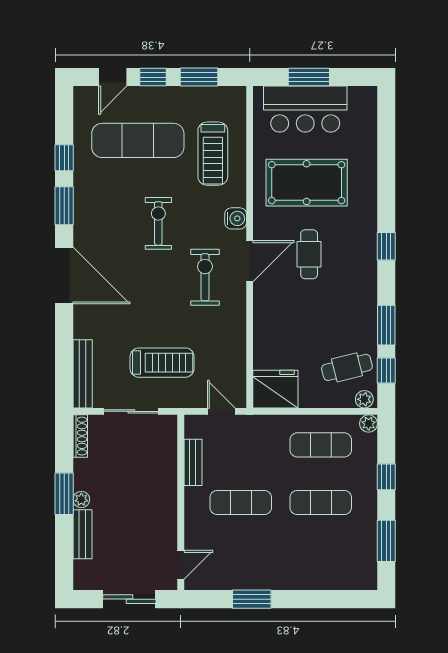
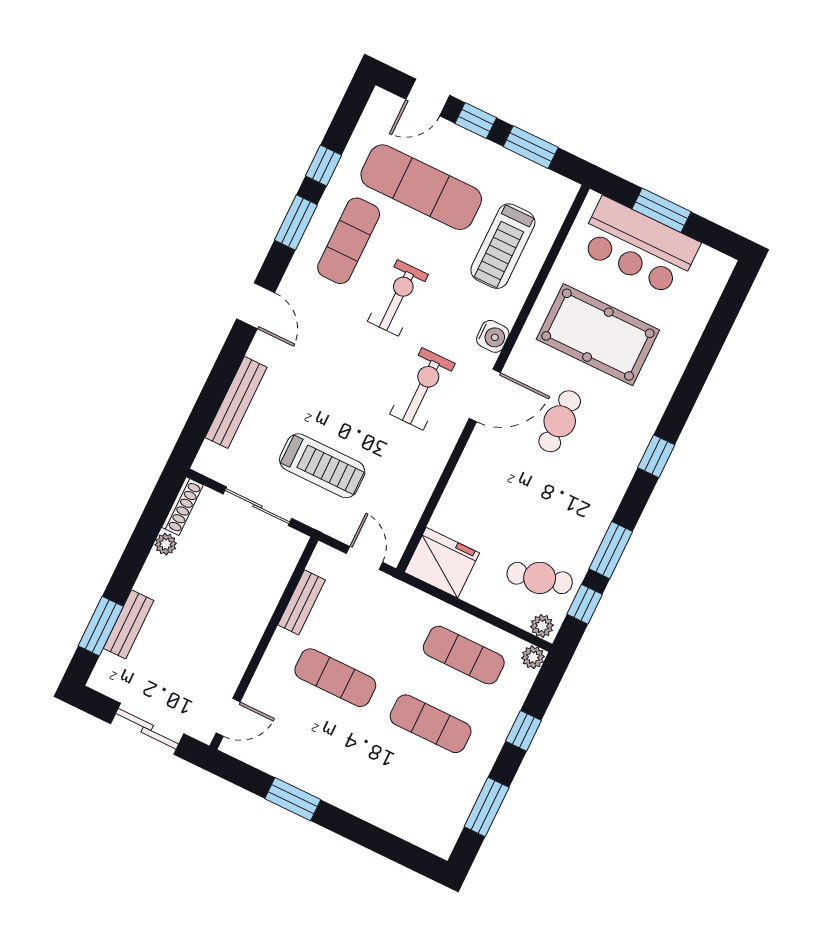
exercise mat: (106, 201) -> (349, 241), added
door: (64, 276) -> (256, 306), width x0.53
bench: (83, 374) -> (236, 402), moved
window: (64, 494) -> (101, 626), moved
plant: (81, 499) -> (166, 544), moved

